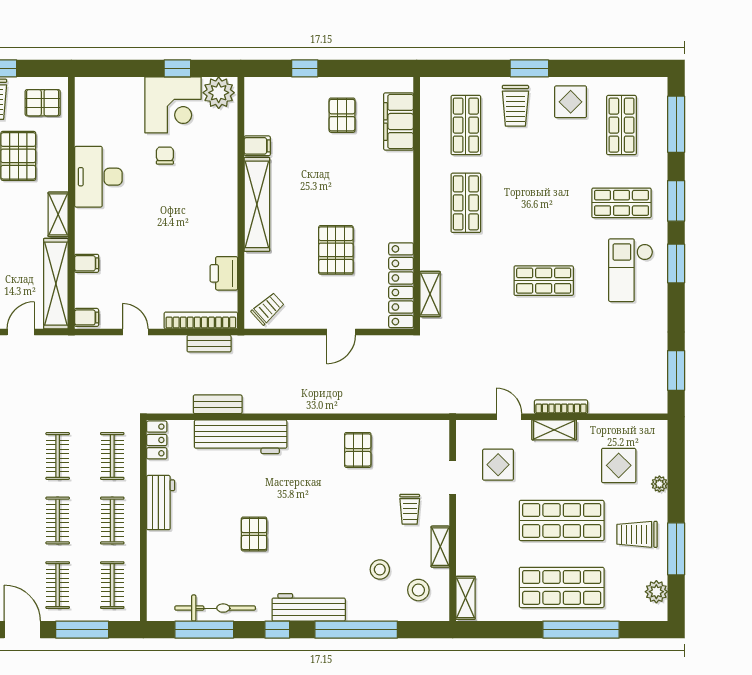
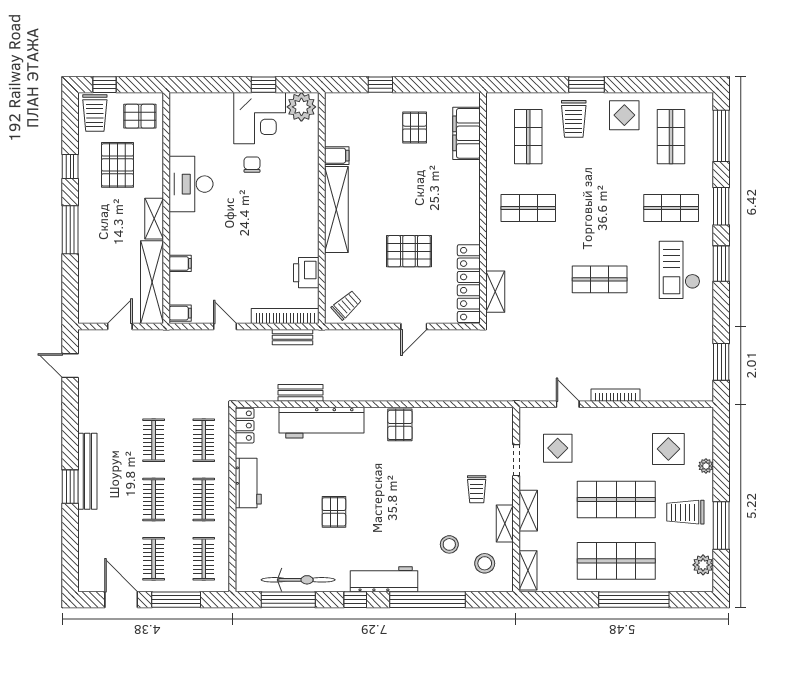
shop shelf: (466, 203) -> (528, 208), turned 90
pallet: (336, 250) -> (409, 251), turned 90
shelving: (554, 430) -> (528, 511), moved, turned 90
pallet: (358, 450) -> (400, 425), moved

